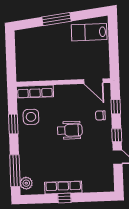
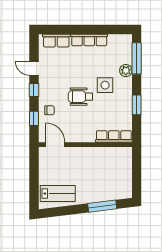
window: (56, 19) -> (102, 206), moved
side table: (31, 117) -> (105, 85), moved
plant: (26, 183) -> (126, 71), moved
row of seats: (96, 186) -> (56, 41), added
window: (64, 198) -> (88, 29), removed

